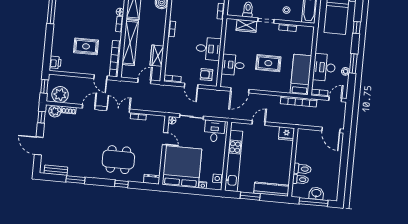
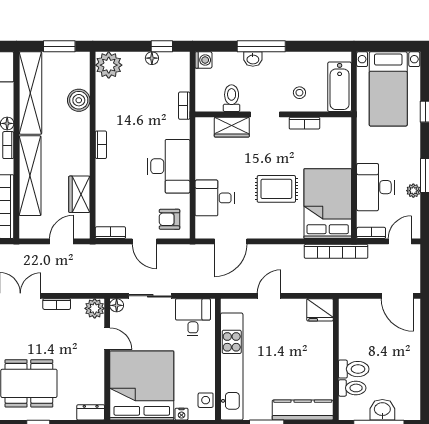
desk: (208, 49) -> (169, 166), width x1.37
bed: (301, 75) -> (328, 204), width x1.50
plant: (159, 121) -> (95, 308), added

